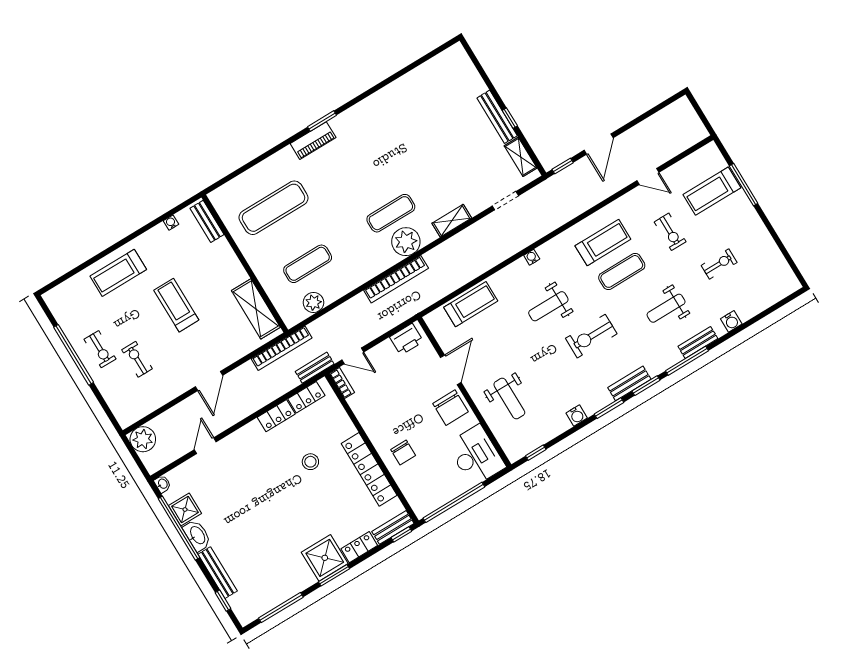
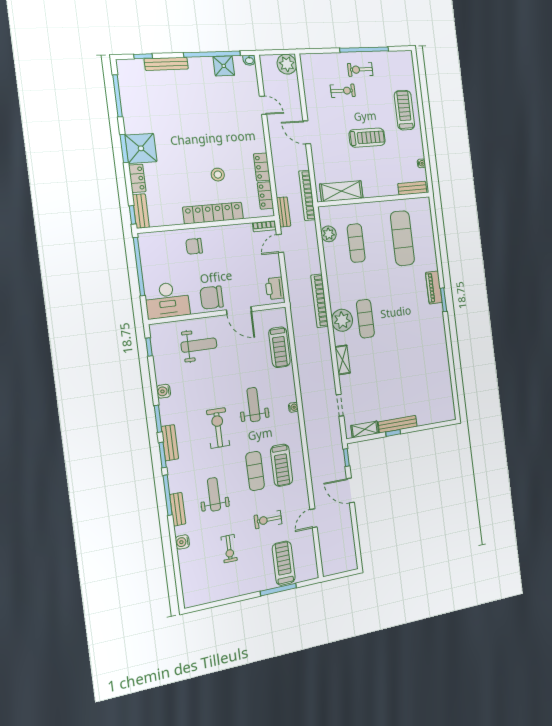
weight bench: (509, 399) -> (199, 345), turned 180
locker: (369, 469) -> (213, 213), moved
washbasin: (197, 535) -> (201, 64), removed

